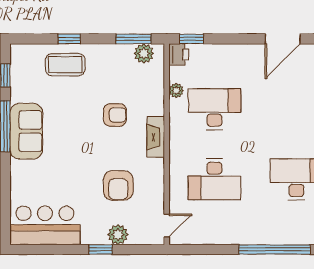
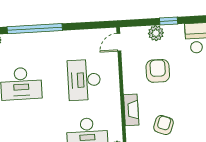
armchair: (115, 115) -> (164, 125), turned 111
desk: (214, 179) -> (84, 80), turned -90

